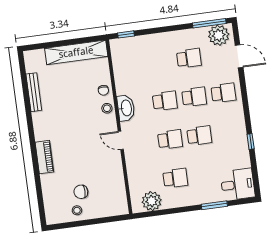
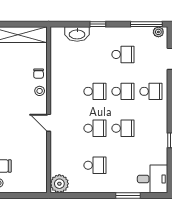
window: (126, 34) -> (98, 24), moved
plant: (219, 35) -> (158, 32), width x0.53, depth x0.53
washbasin: (126, 108) -> (77, 34), moved, turned 90
plant: (152, 201) -> (59, 184), moved

